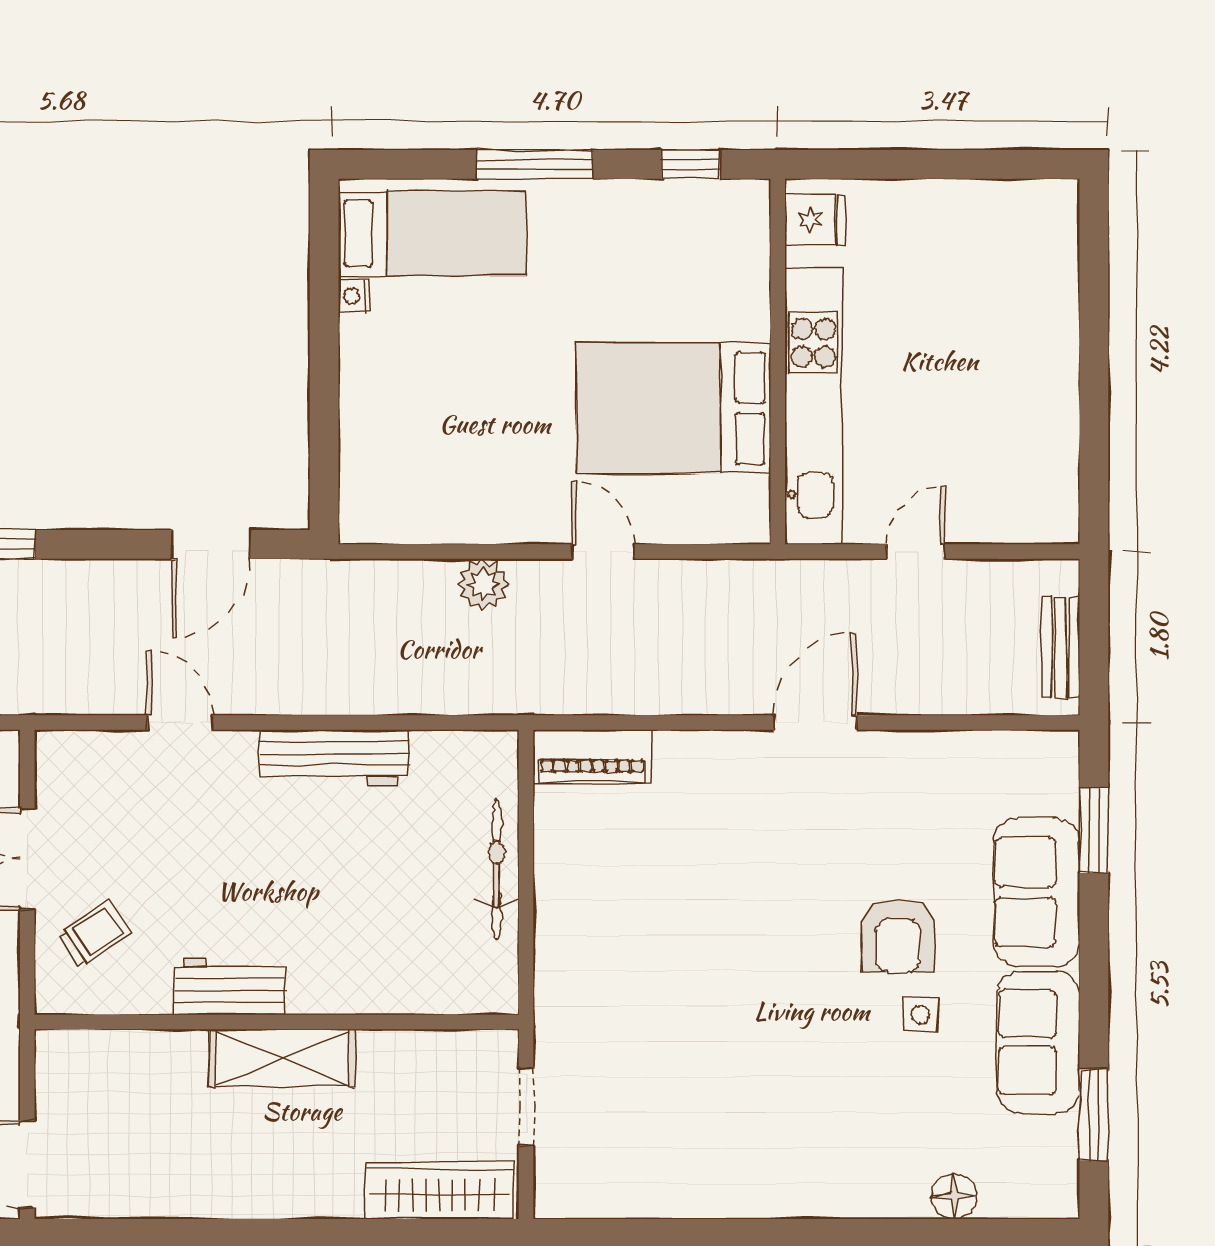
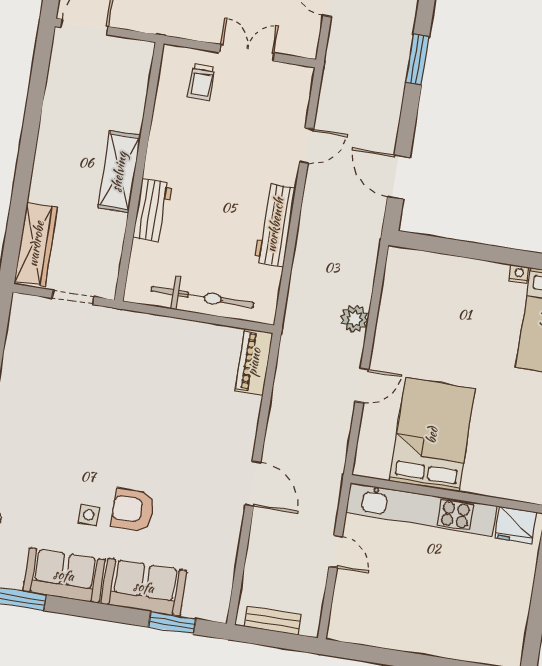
fridge: (815, 220) -> (516, 525), width x1.38
bicycle: (497, 869) -> (203, 297), width x1.37, depth x1.40
trolley: (94, 934) -> (201, 82), turned 34
workbench: (230, 986) -> (152, 210), moved

